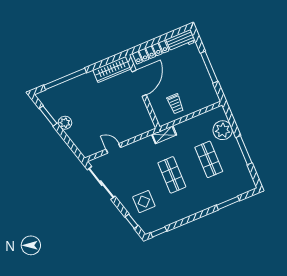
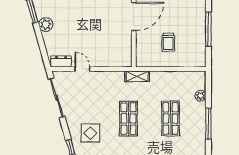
trolley: (175, 104) -> (168, 42), moved
plant: (223, 130) -> (200, 96), width x0.53, depth x0.53
dresser: (92, 150) -> (61, 62), added

